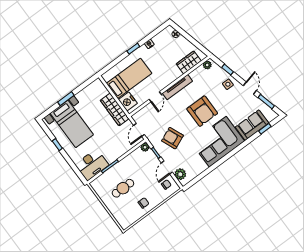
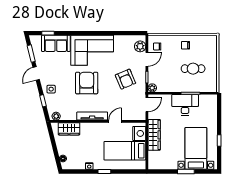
desk: (92, 165) -> (185, 105), moved

